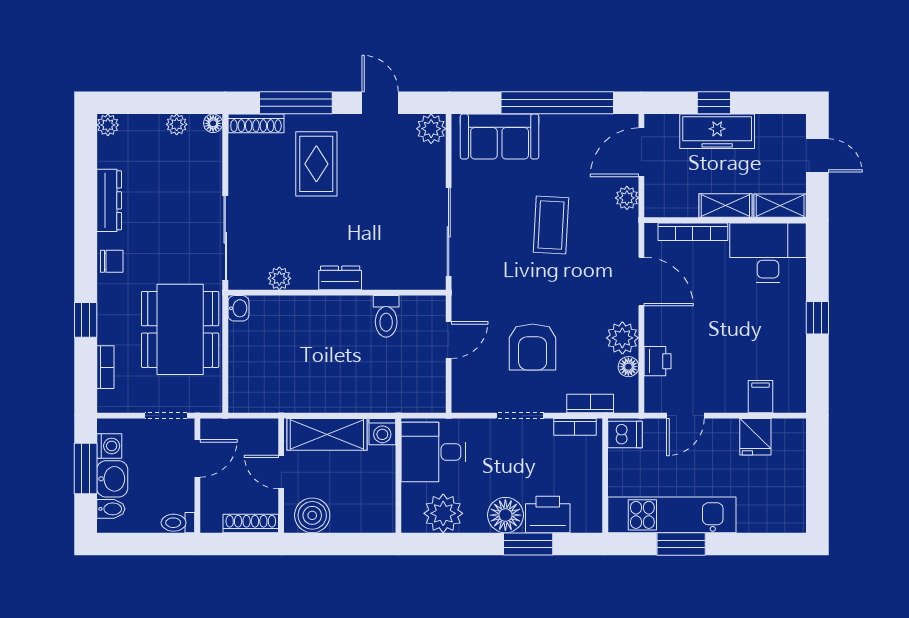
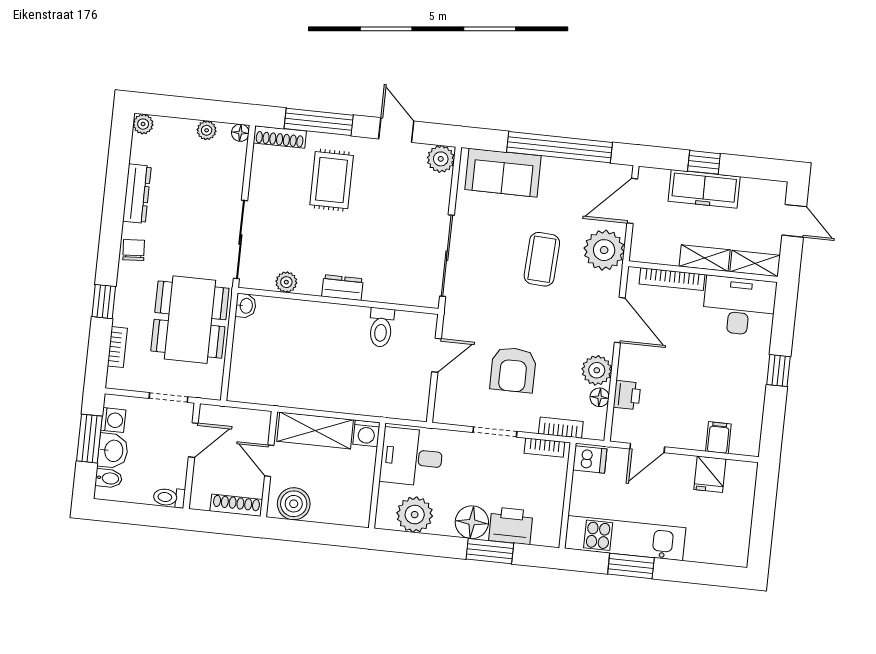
plant: (627, 198) -> (604, 250), width x1.88, depth x1.88
chair: (112, 261) -> (134, 250), turned -94

